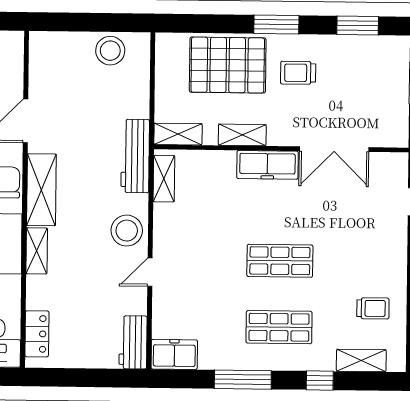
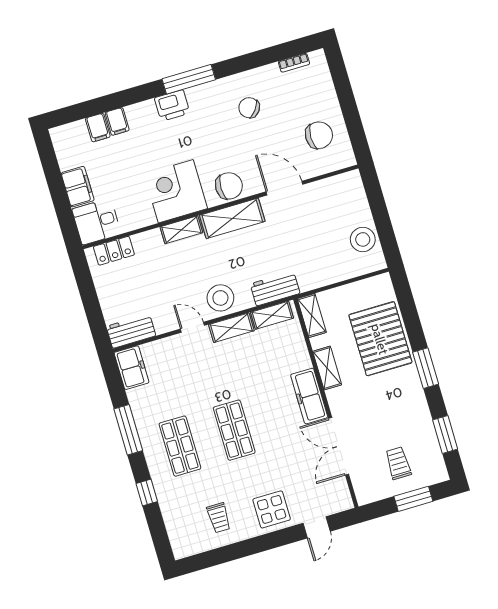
trolley: (298, 73) -> (398, 463), moved
workbench: (135, 156) -> (275, 289), width x0.73
display table: (382, 246) -> (272, 509), added
shelving: (361, 361) -> (231, 328), moved, turned 90

